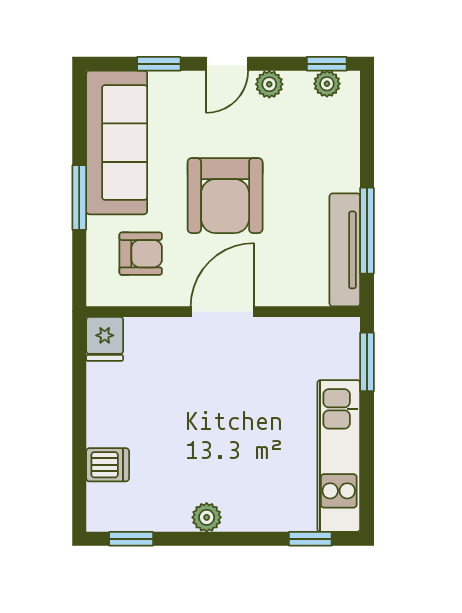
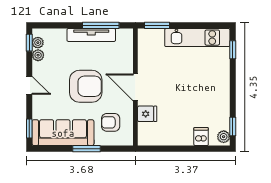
window: (159, 64) -> (29, 128), moved
plant: (269, 84) -> (38, 55), moved
tv unit: (345, 250) -> (91, 35), moved
armchair: (141, 254) -> (111, 122), turned -90
fridge: (105, 339) -> (147, 114), moved
plant: (207, 517) -> (224, 137), moved

